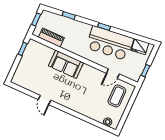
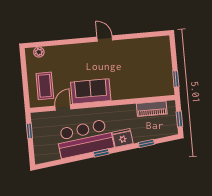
fridge: (140, 47) -> (123, 138), moved
sofa: (66, 64) -> (91, 91), moved
door: (44, 100) -> (105, 38), moved

